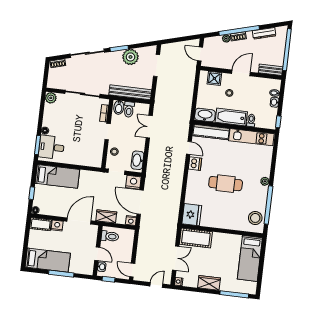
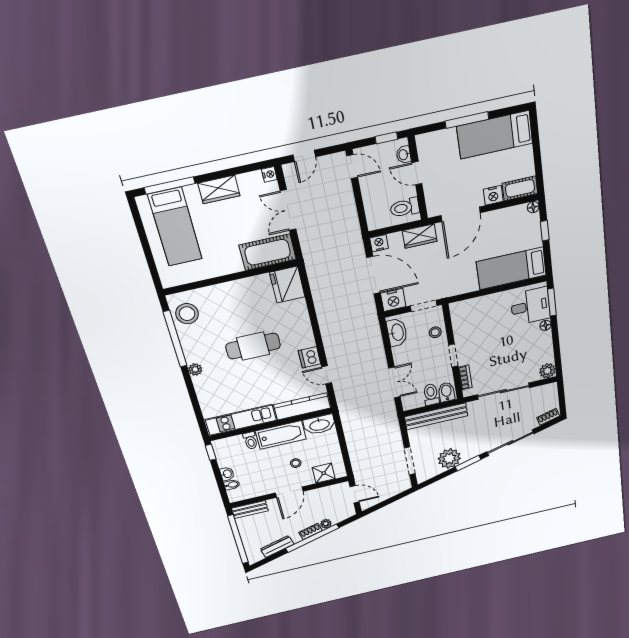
bed: (250, 258) -> (175, 227), moved, turned 180

